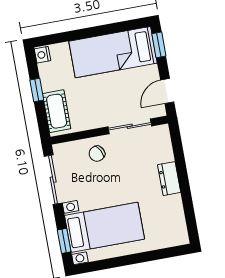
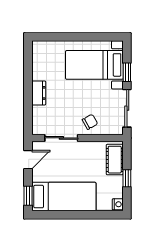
window: (64, 241) -> (127, 72), moved

